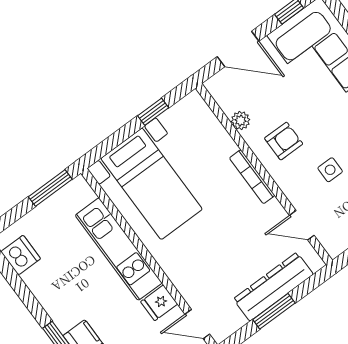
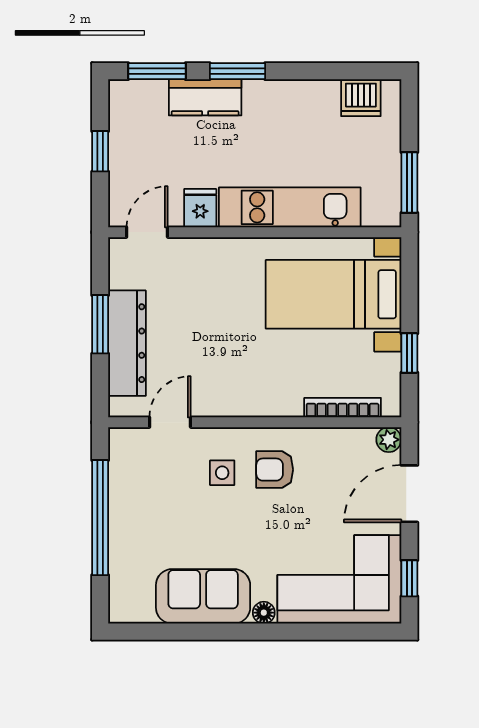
plant: (241, 121) -> (389, 440), moved
armchair: (284, 141) -> (275, 470), turned 90
side table: (330, 170) -> (222, 473), moved
bookcase: (252, 177) -> (343, 408), moved

